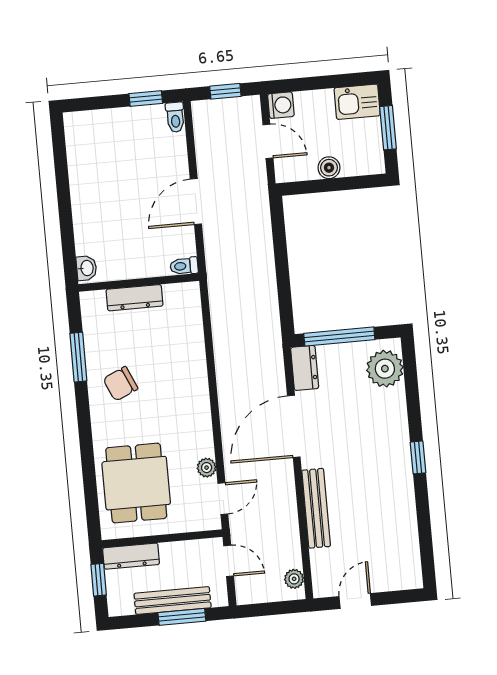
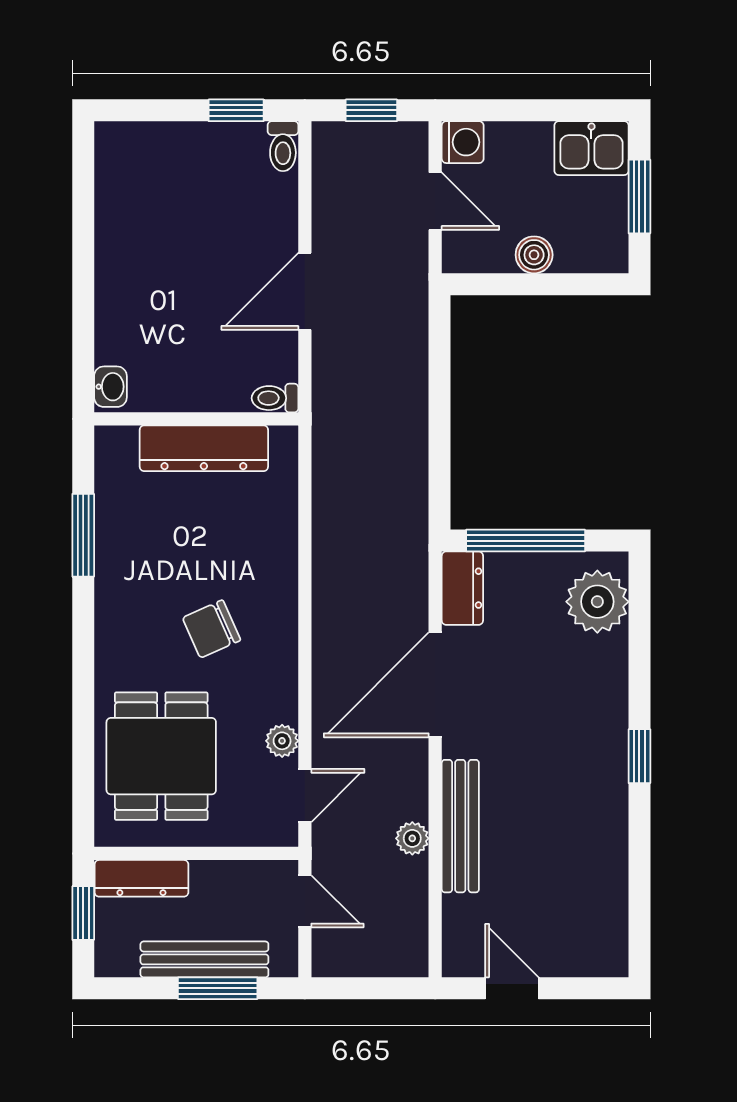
dresser: (134, 298) -> (204, 448), width x1.37, depth x1.24
chair: (120, 384) -> (211, 629), moved
plant: (294, 579) -> (412, 838), moved
door: (355, 601) -> (512, 988), hinge flipped

